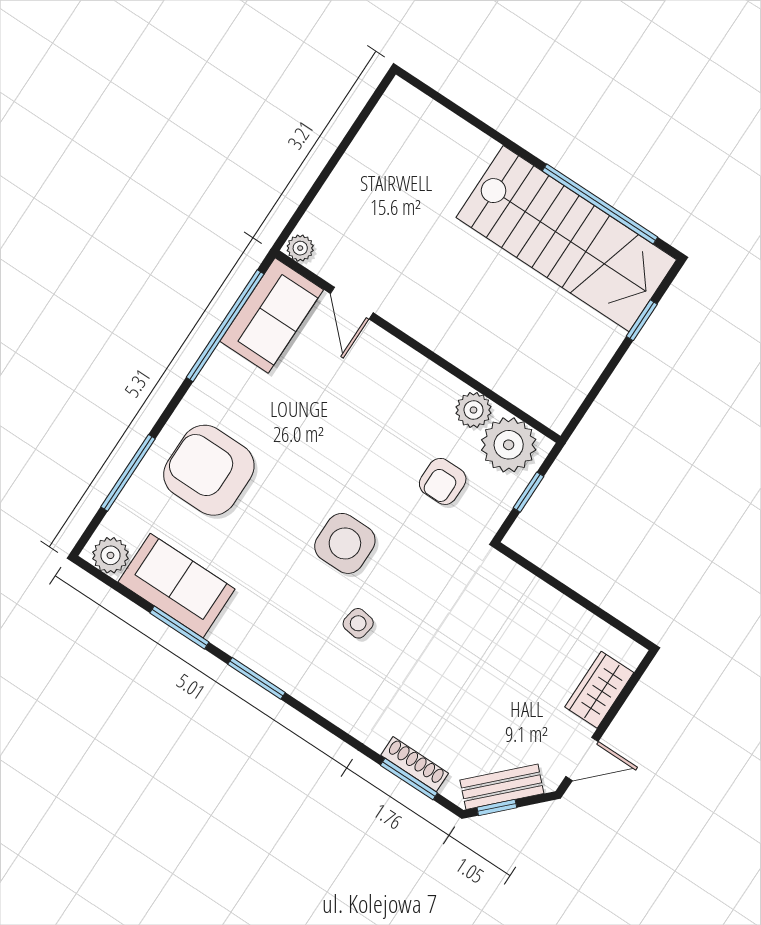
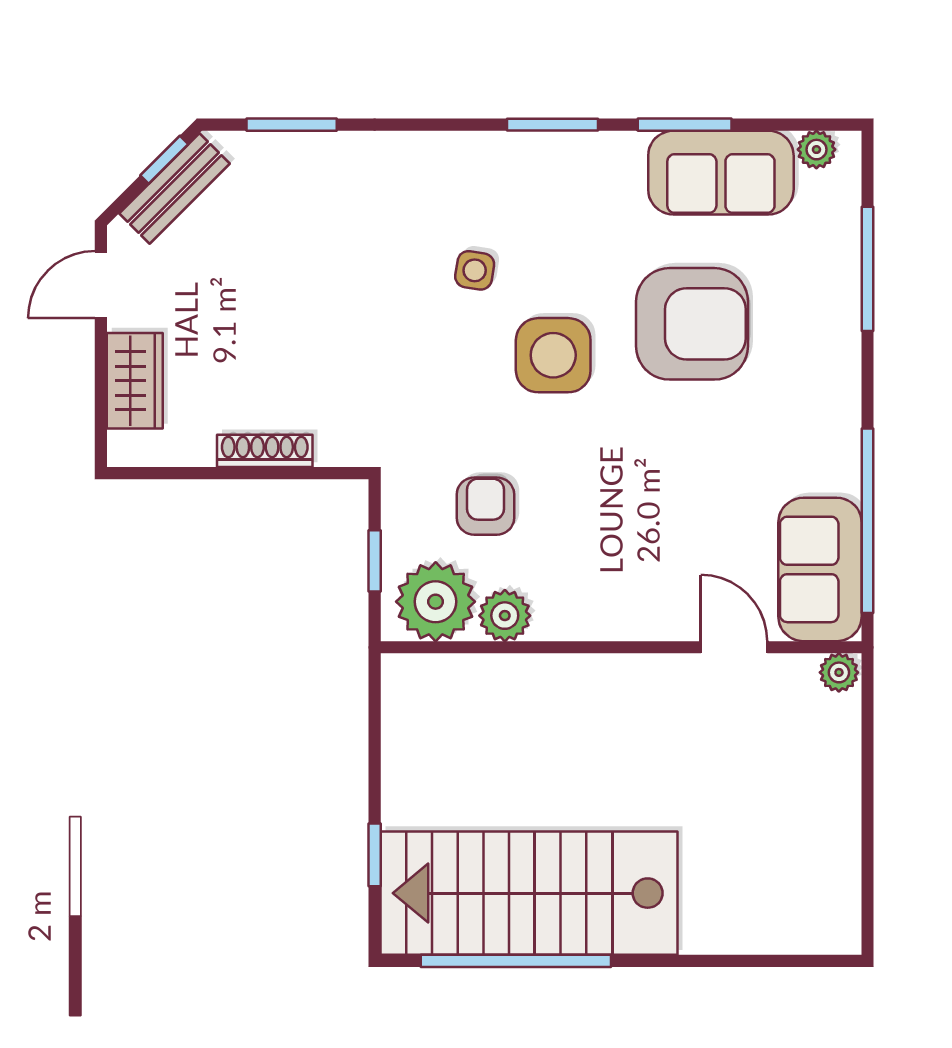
armchair: (209, 470) -> (692, 324), moved
plant: (110, 555) -> (816, 150), width x0.73, depth x0.73
shoe rack: (415, 764) -> (265, 451), moved, turned 180

